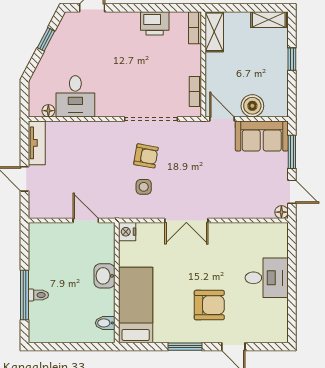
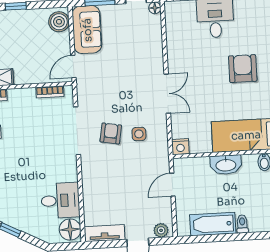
boiler: (252, 106) -> (59, 22), moved
floor lamp: (48, 111) -> (70, 230), width x1.89, depth x1.89
plant: (36, 205) -> (161, 230), added
bathtub: (40, 262) -> (213, 224), added
washbasin: (104, 276) -> (226, 165), width x1.38
window: (25, 295) -> (243, 236), removed

